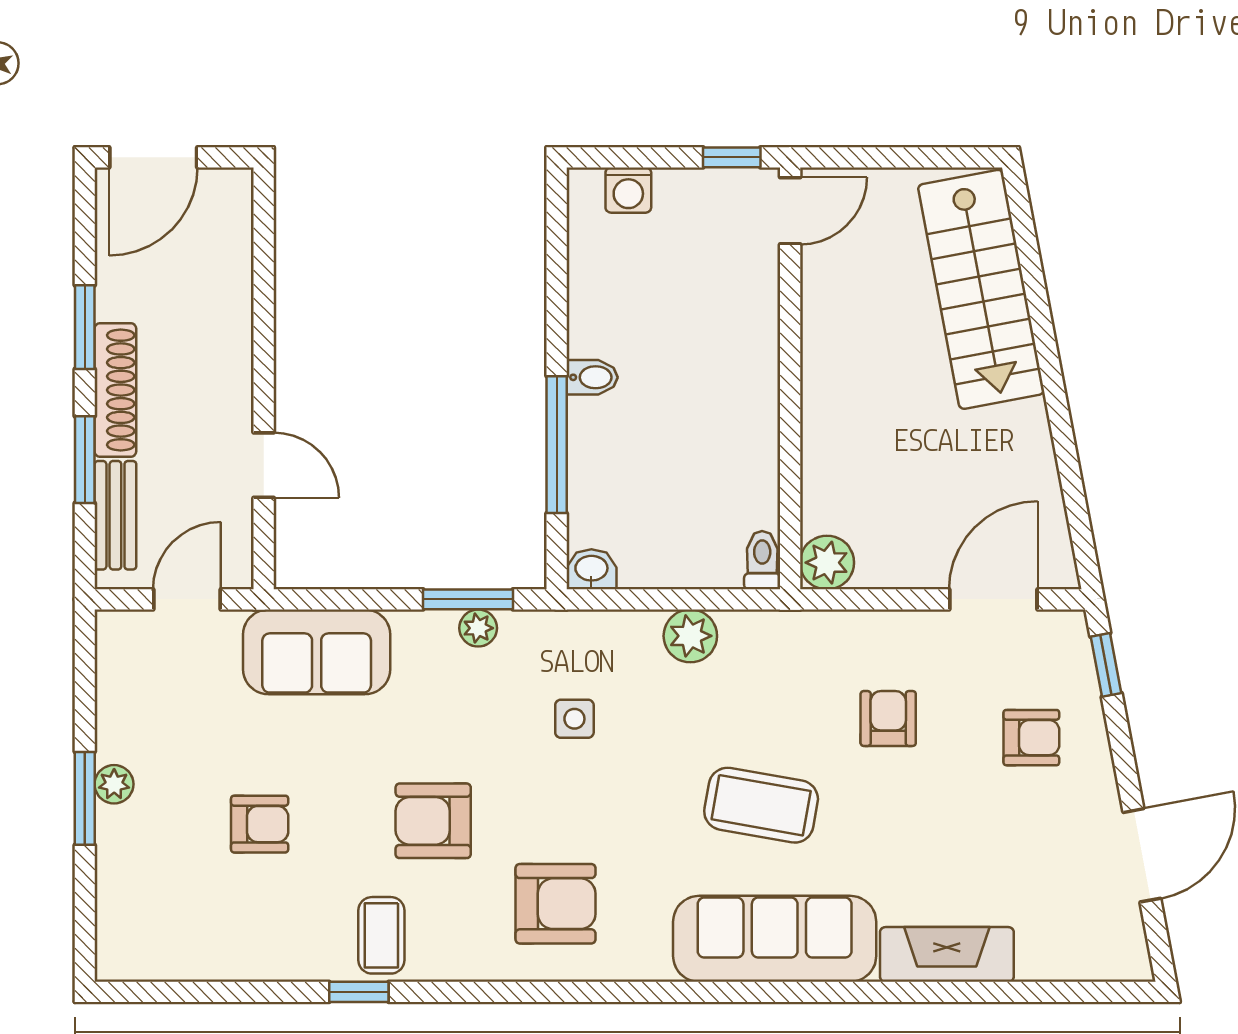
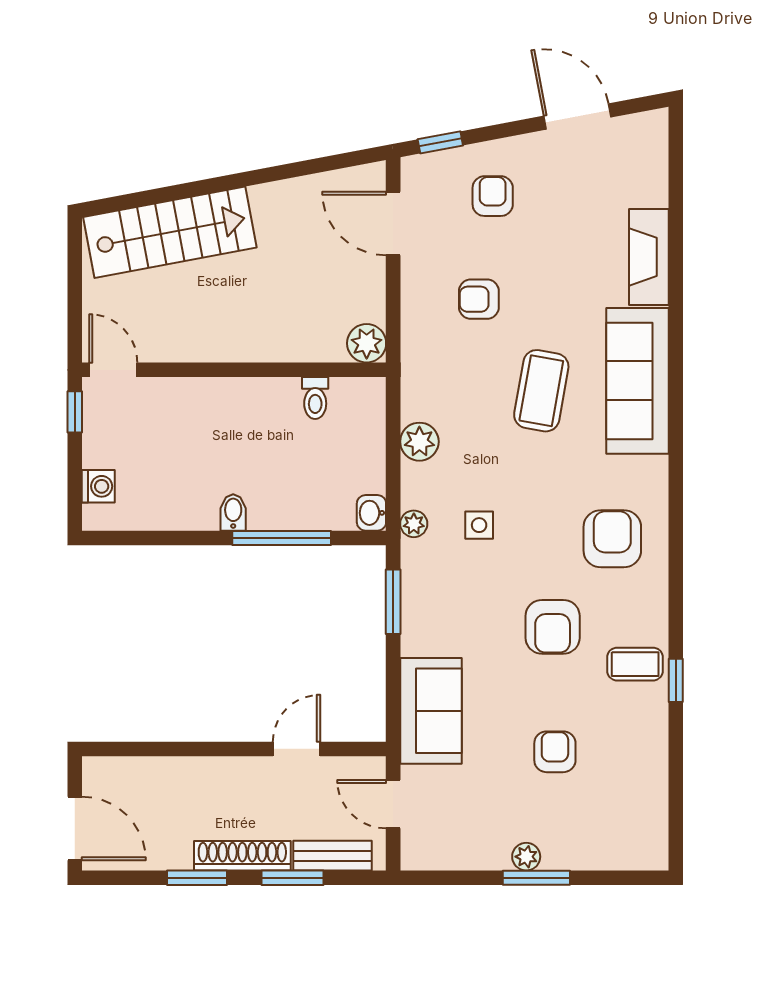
toilet: (762, 560) -> (315, 398), moved, turned -90
plant: (478, 628) -> (414, 524), moved

